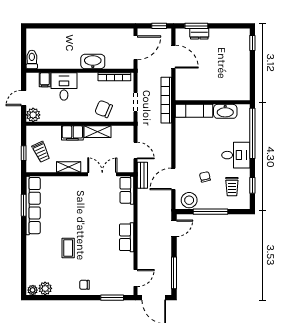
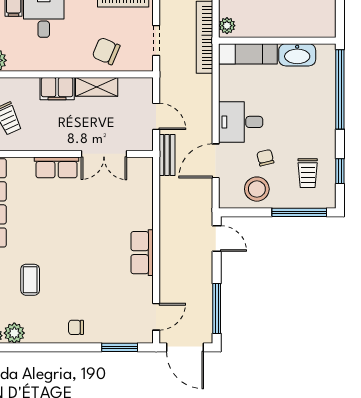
plant: (181, 93) -> (227, 26), added
desk: (236, 155) -> (241, 122), moved, turned 180
shelving: (69, 167) -> (51, 142), removed
double door: (102, 174) -> (104, 154), swing flipped
row of seats: (127, 190) -> (57, 167), moved, turned -90
stool: (189, 200) -> (257, 189), moved
window: (211, 212) -> (299, 212), moved
door: (174, 228) -> (217, 239), hinge flipped
coffee table: (68, 248) -> (30, 280), moved

